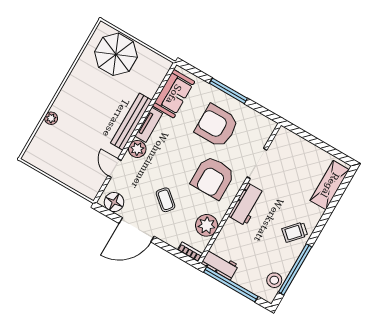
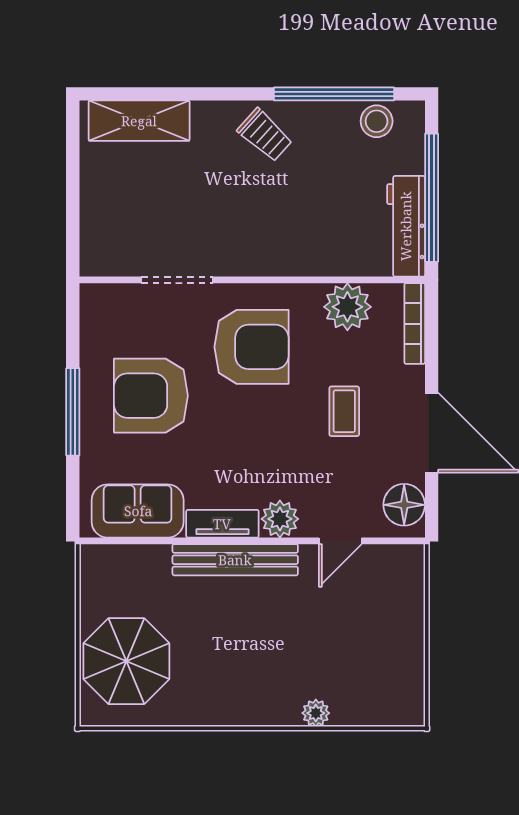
armchair: (217, 126) -> (151, 396), turned 90
coffee table: (165, 200) -> (344, 411), turned -40
workbench: (247, 204) -> (265, 255), removed
bookcase: (190, 252) -> (415, 324), width x1.56
workbench: (220, 264) -> (406, 226), width x1.38

